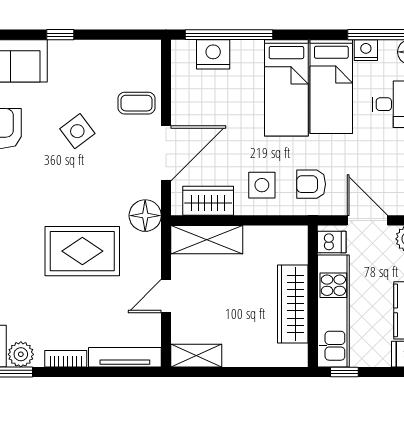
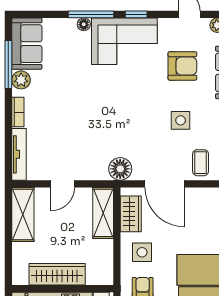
side table: (77, 131) -> (181, 120), turned 37
rug: (82, 251) -> (95, 124), removed
door: (166, 296) -> (63, 184), swing flipped
shelving: (196, 356) -> (23, 214), width x1.50, depth x1.33

